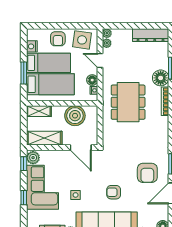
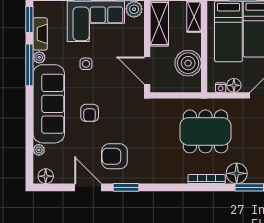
door: (81, 147) -> (147, 70), hinge flipped
armchair: (114, 192) -> (90, 113), turned 180

